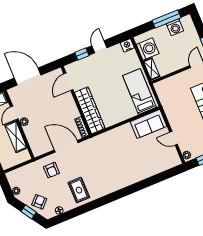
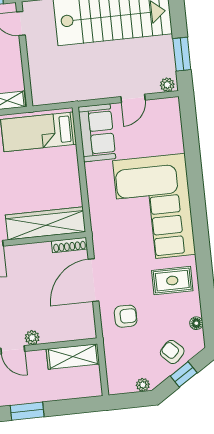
shelving: (16, 137) -> (73, 357), moved
corner sofa: (116, 168) -> (154, 208), added

